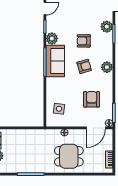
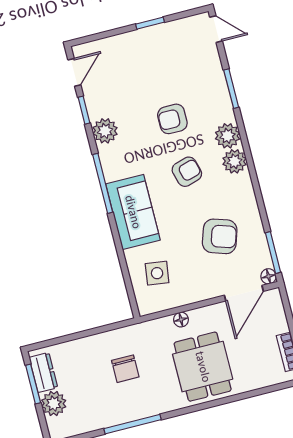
plant: (107, 27) -> (228, 136), moved
sofa: (55, 61) -> (133, 212), moved
armchair: (92, 99) -> (220, 236), turned 108
chair: (34, 148) -> (125, 369), added
dining table: (69, 156) -> (203, 367), turned 90

